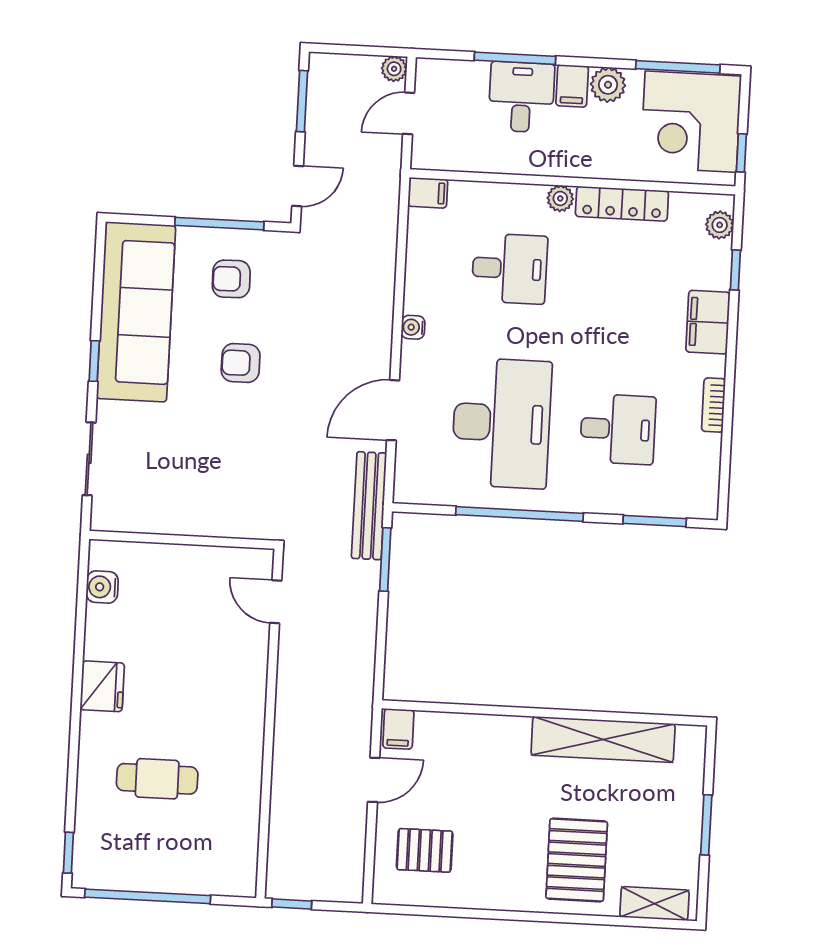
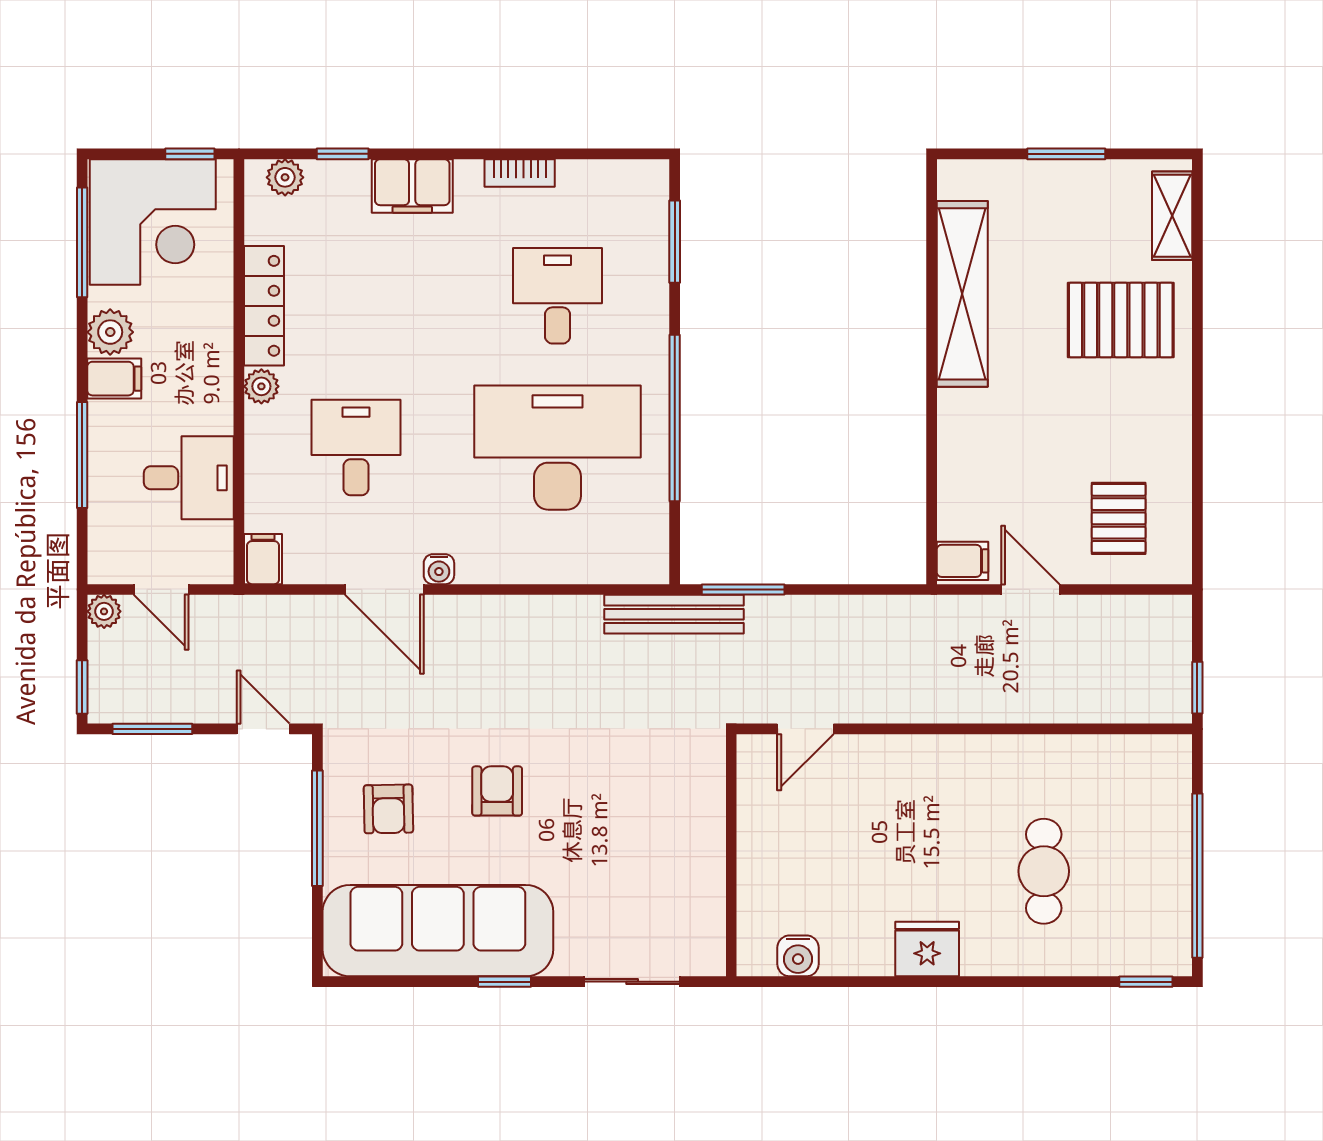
window: (337, 49) -> (82, 687), added
desk: (521, 97) -> (189, 478), moved, turned 180
armchair: (241, 363) -> (497, 791), turned 180
door: (393, 410) -> (384, 589), moved

